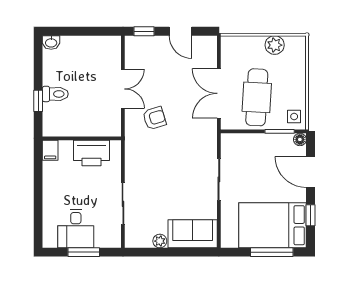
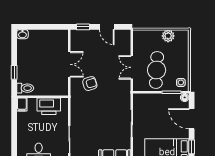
double door: (219, 93) -> (132, 67), width x0.73
toilet: (55, 94) -> (25, 88), moved

